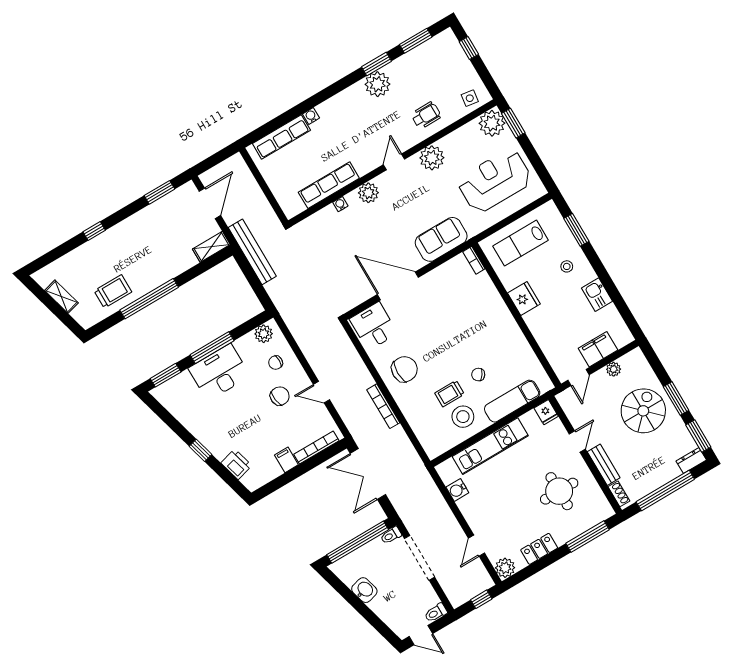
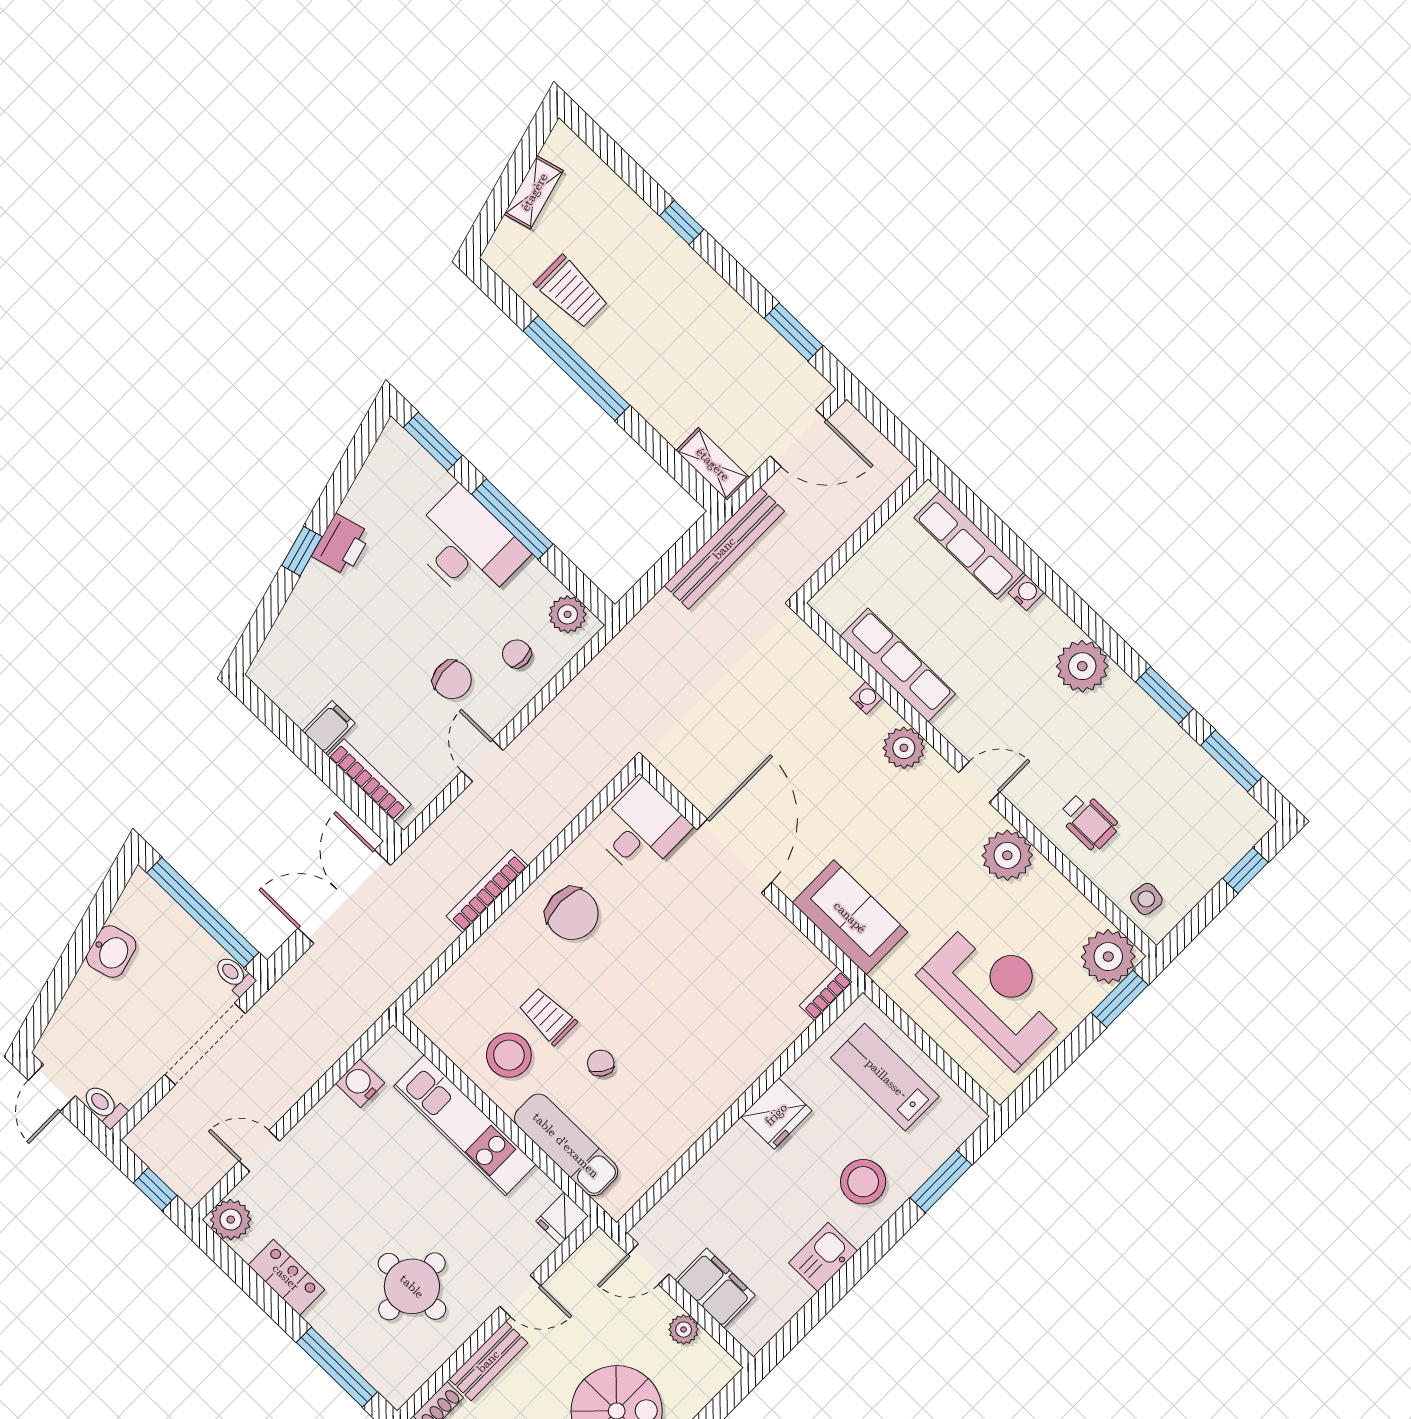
plant: (377, 84) -> (1082, 666), moved
stool: (567, 266) -> (863, 1182), width x1.89, depth x1.89
printer: (236, 464) -> (342, 545), moved

